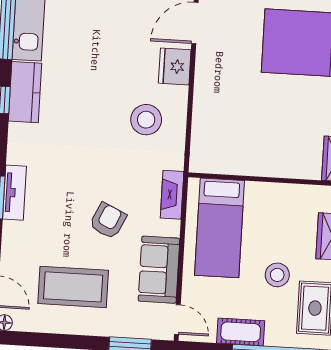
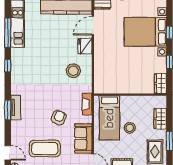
kitchen counter: (25, 92) -> (18, 62), removed
stool: (277, 275) -> (130, 128), moved

